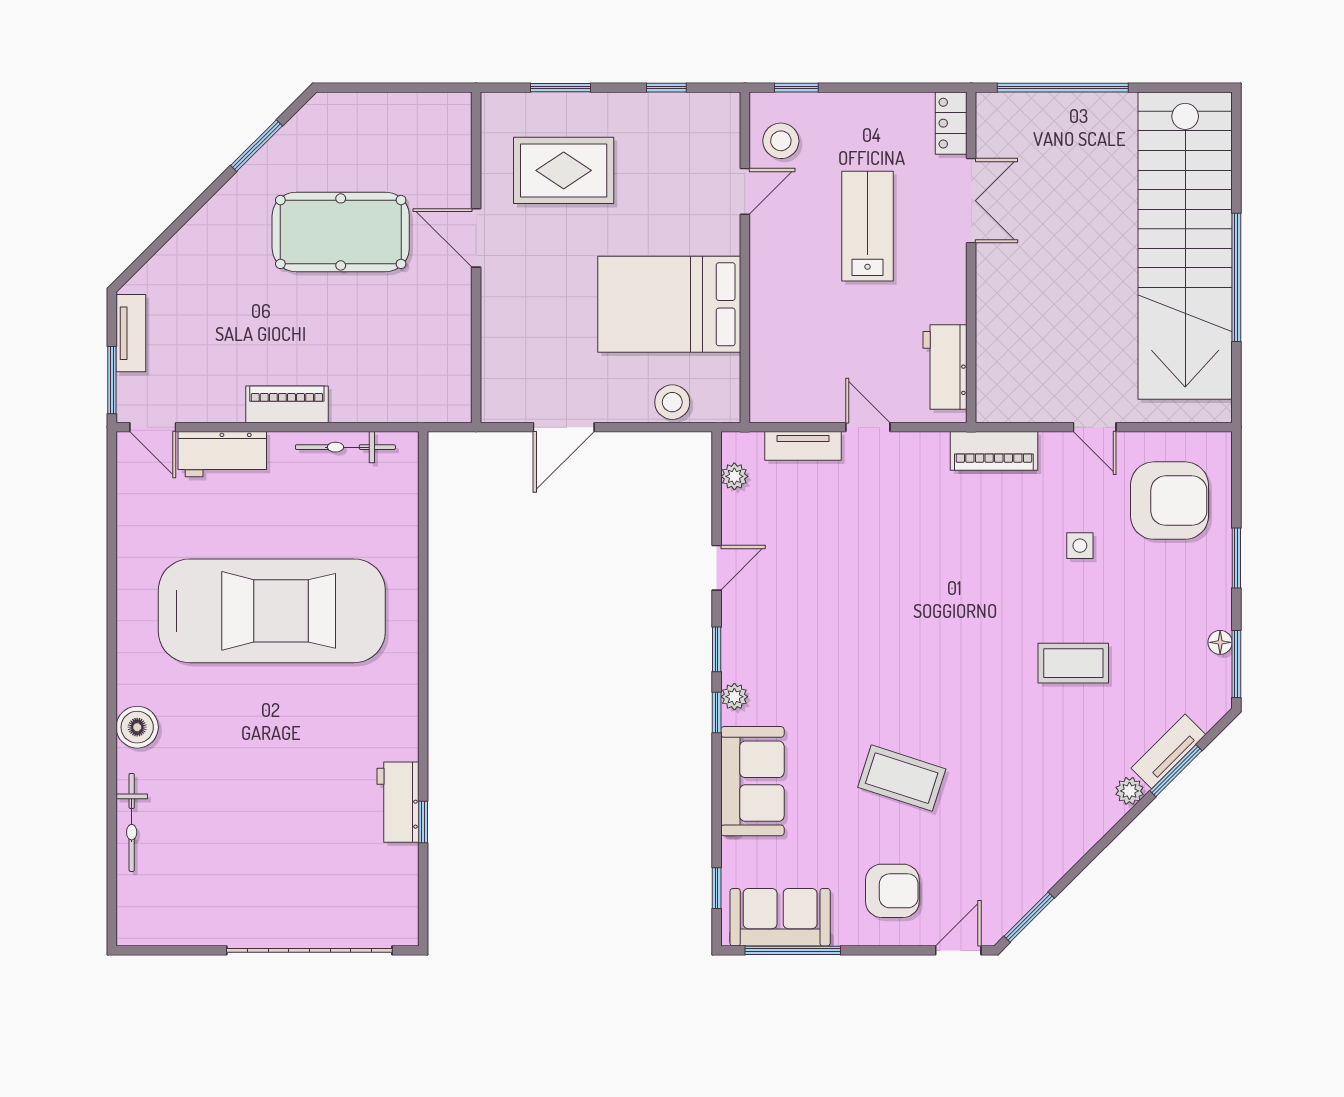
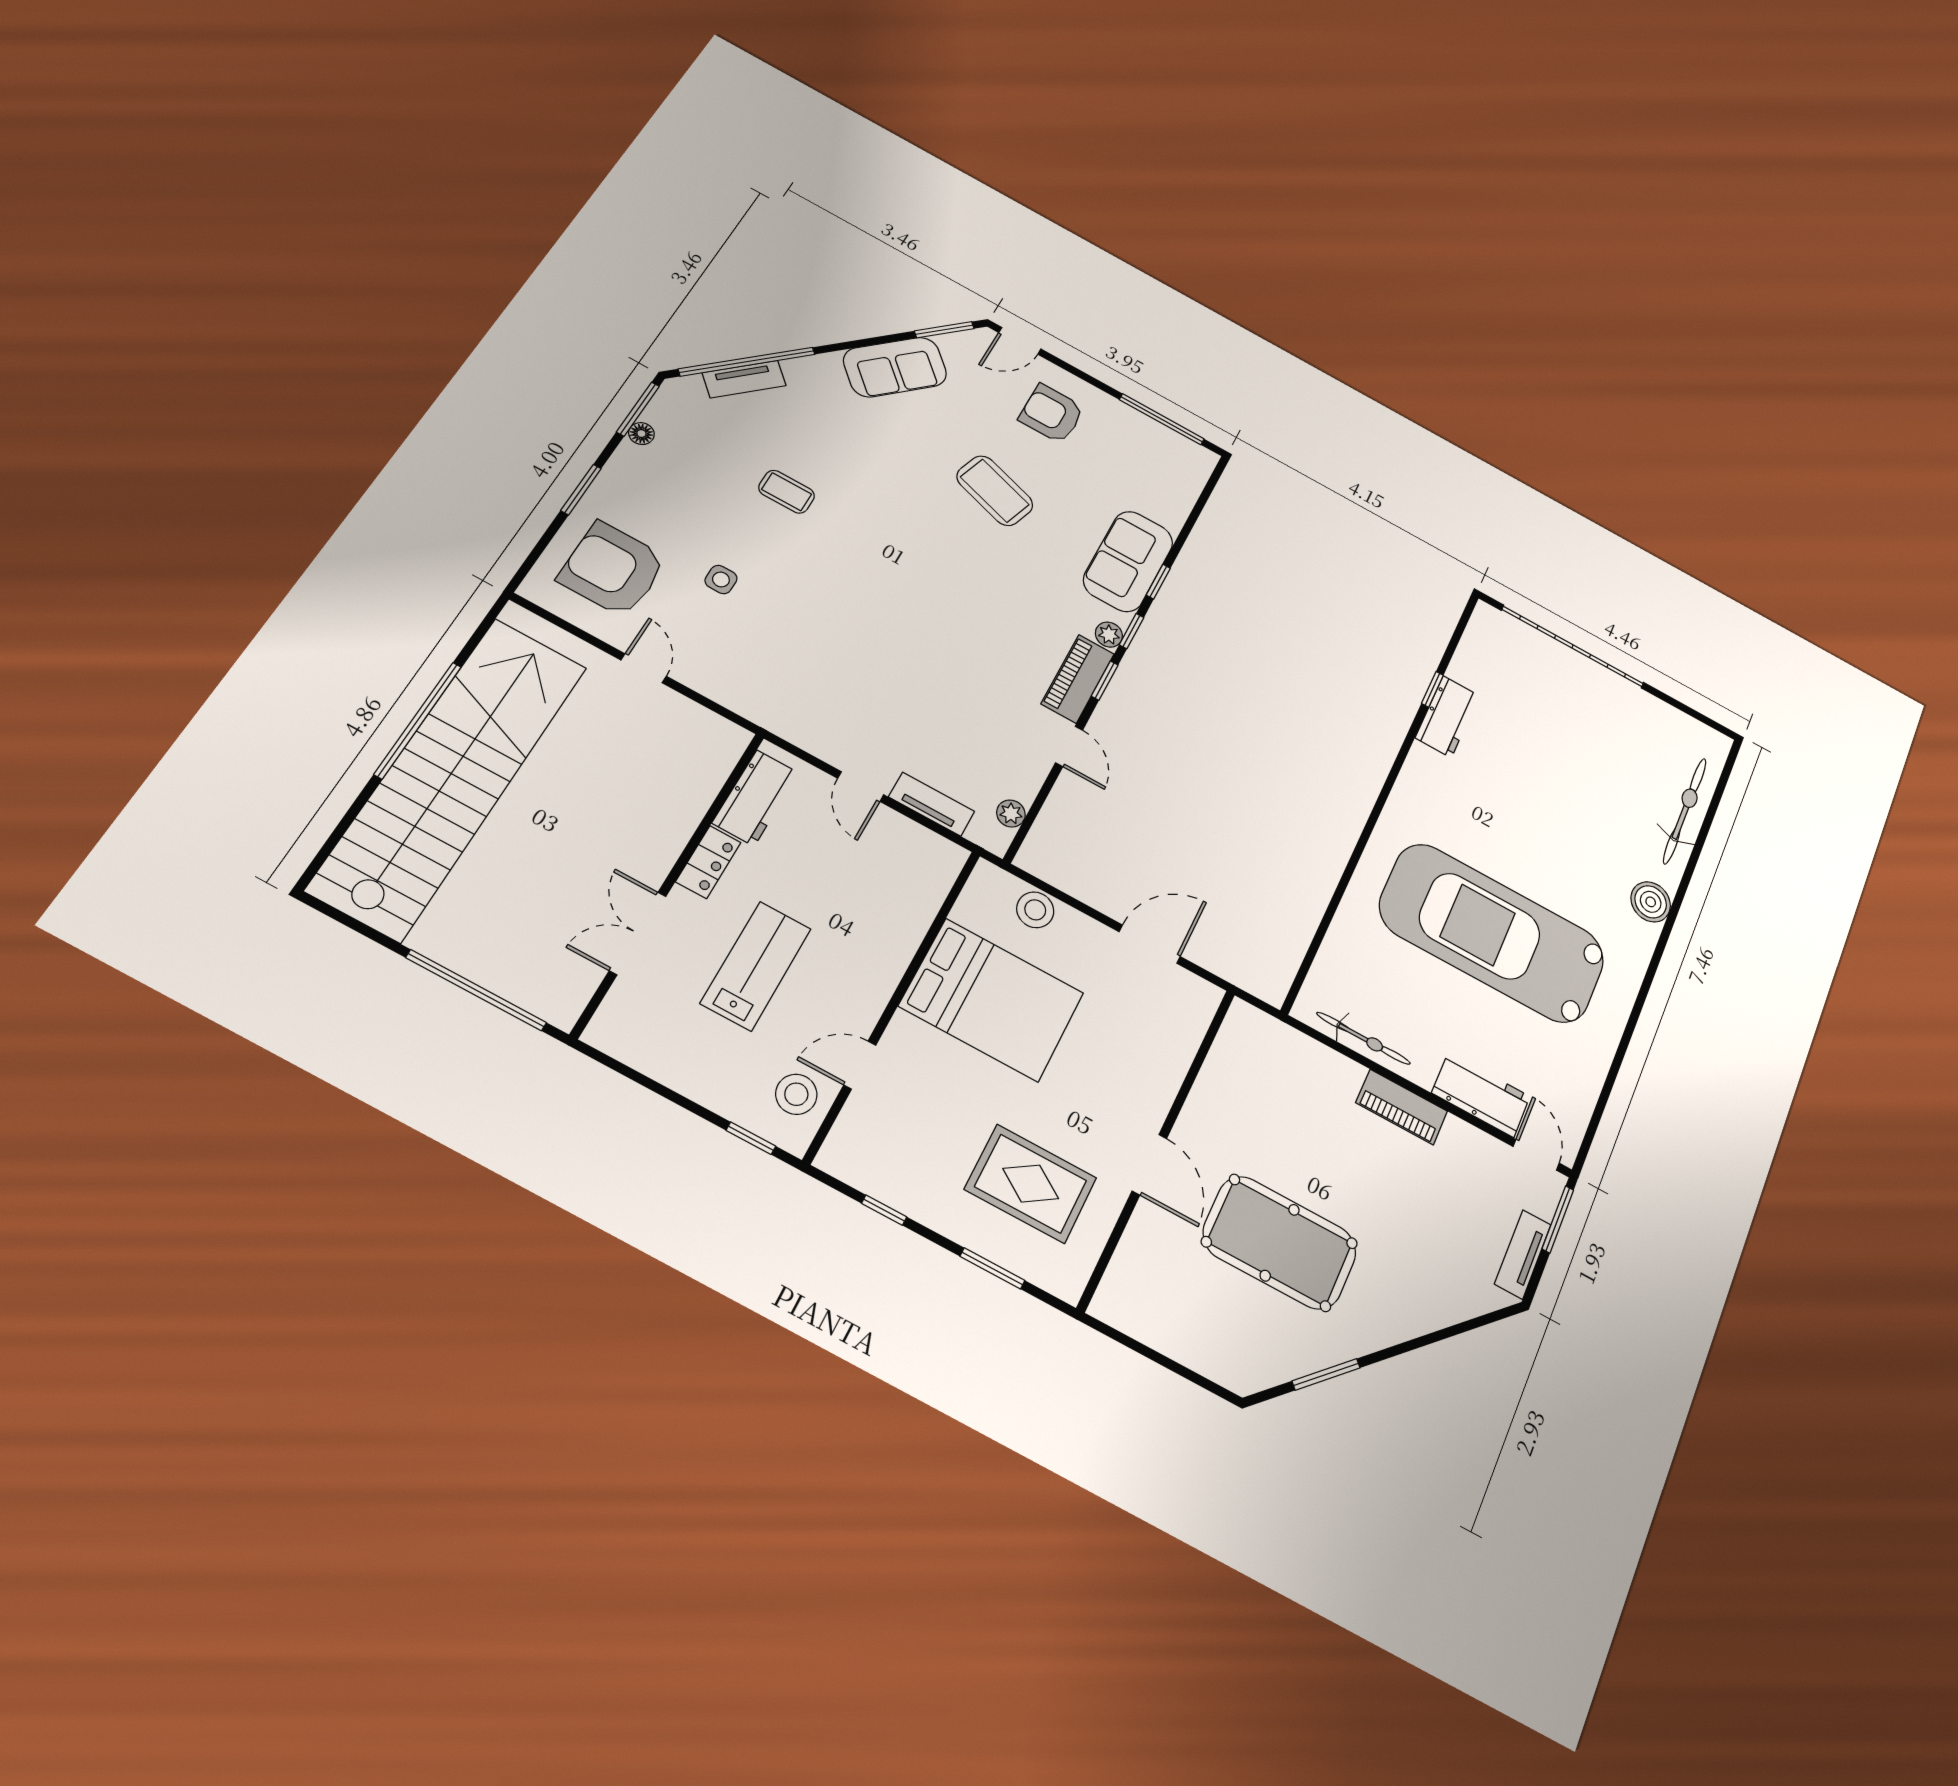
locker: (951, 123) -> (708, 862), moved
lab bench: (868, 226) -> (756, 966), turned 180
piano: (994, 451) -> (1078, 679), moved, turned -90
door: (717, 568) -> (1069, 746), swing flipped
coffee table: (1073, 663) -> (787, 492), width x0.73, depth x0.77
window: (1176, 771) -> (747, 362), width x2.11
plant: (1129, 791) -> (798, 370), removed
bicycle: (132, 822) -> (1685, 811), width x1.37, depth x1.40
window: (717, 888) -> (1158, 582), moved
sofa: (780, 917) -> (895, 367), moved, turned -45

